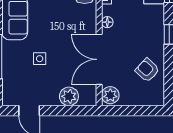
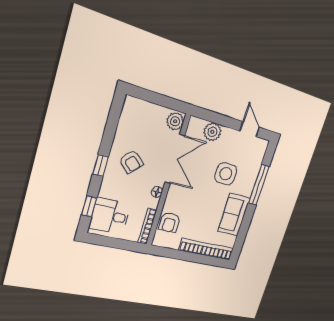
side table: (40, 59) -> (226, 174), width x1.87, depth x1.87
armchair: (147, 70) -> (131, 162), moved

